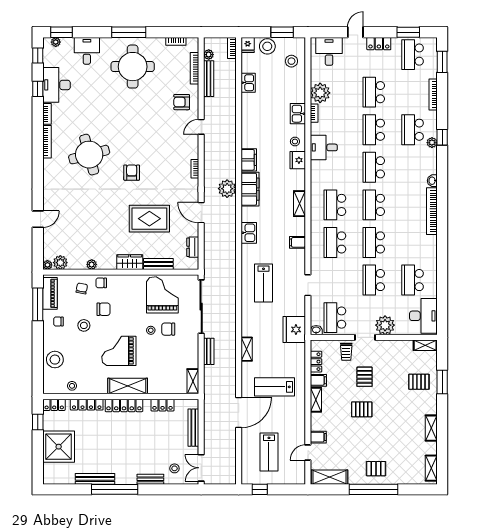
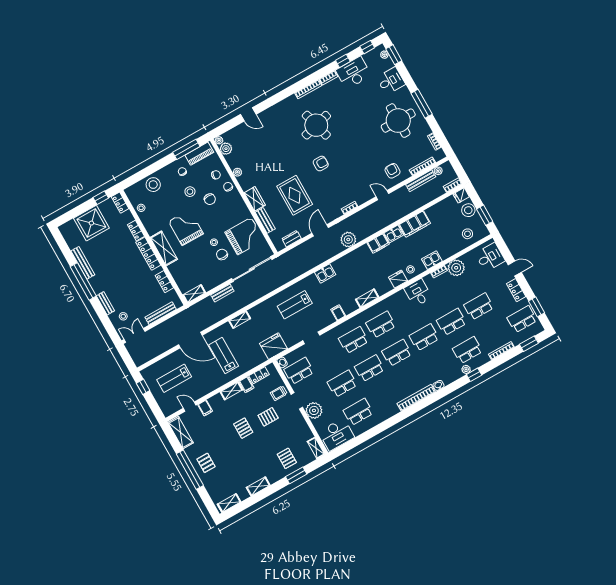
kitchen sink: (248, 83) -> (394, 234), moved
filing cabinet: (250, 189) -> (415, 224), moved
locker: (87, 405) -> (136, 230), width x0.66

